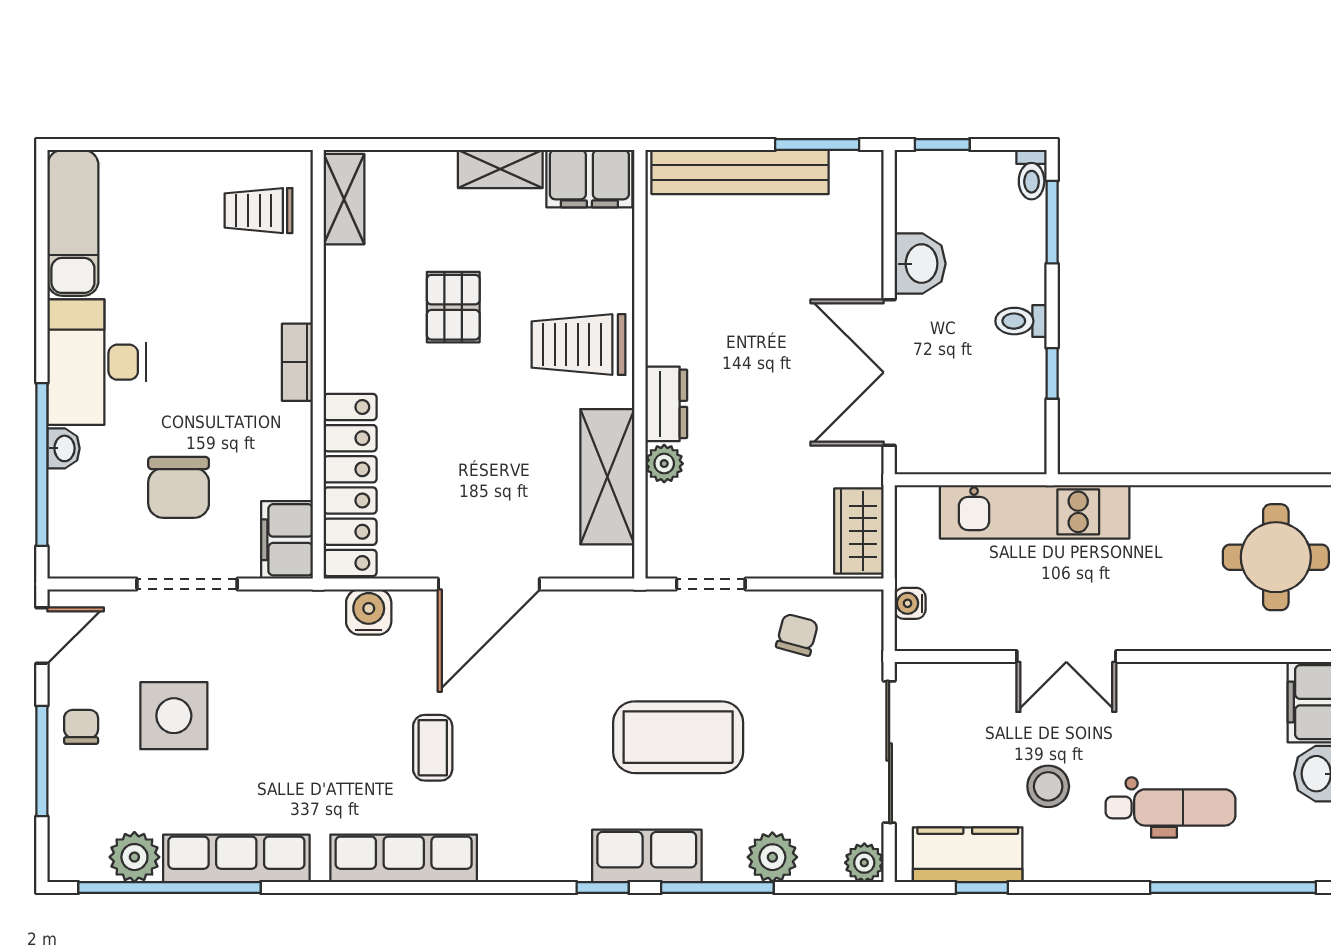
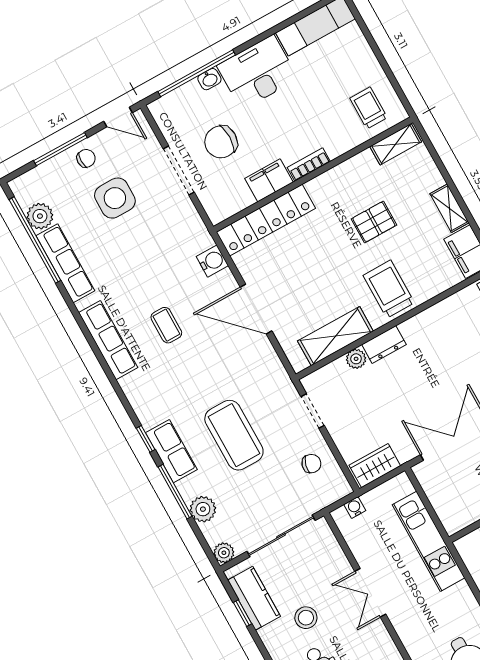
filing cabinet: (287, 540) -> (269, 180), moved
coffee table: (433, 748) -> (166, 325), turned 90

